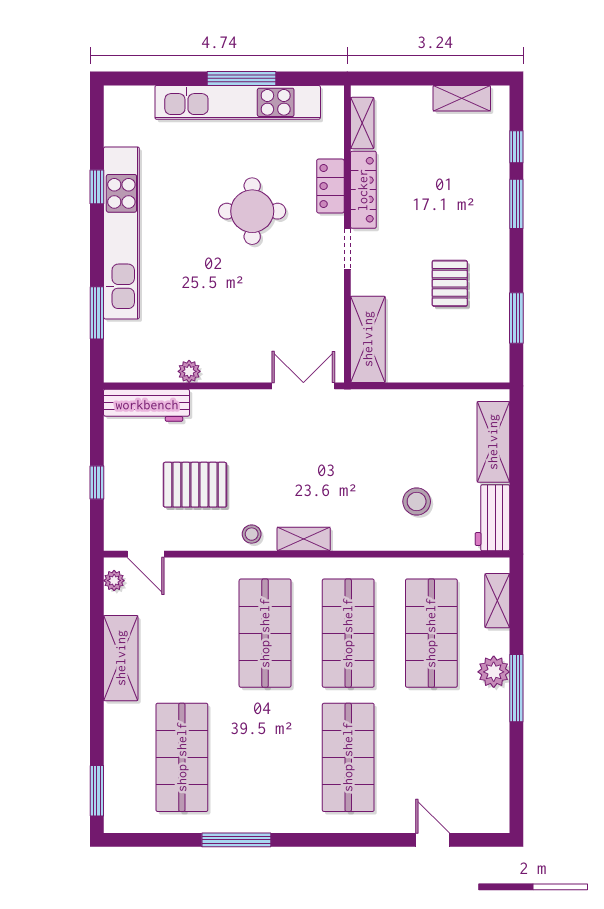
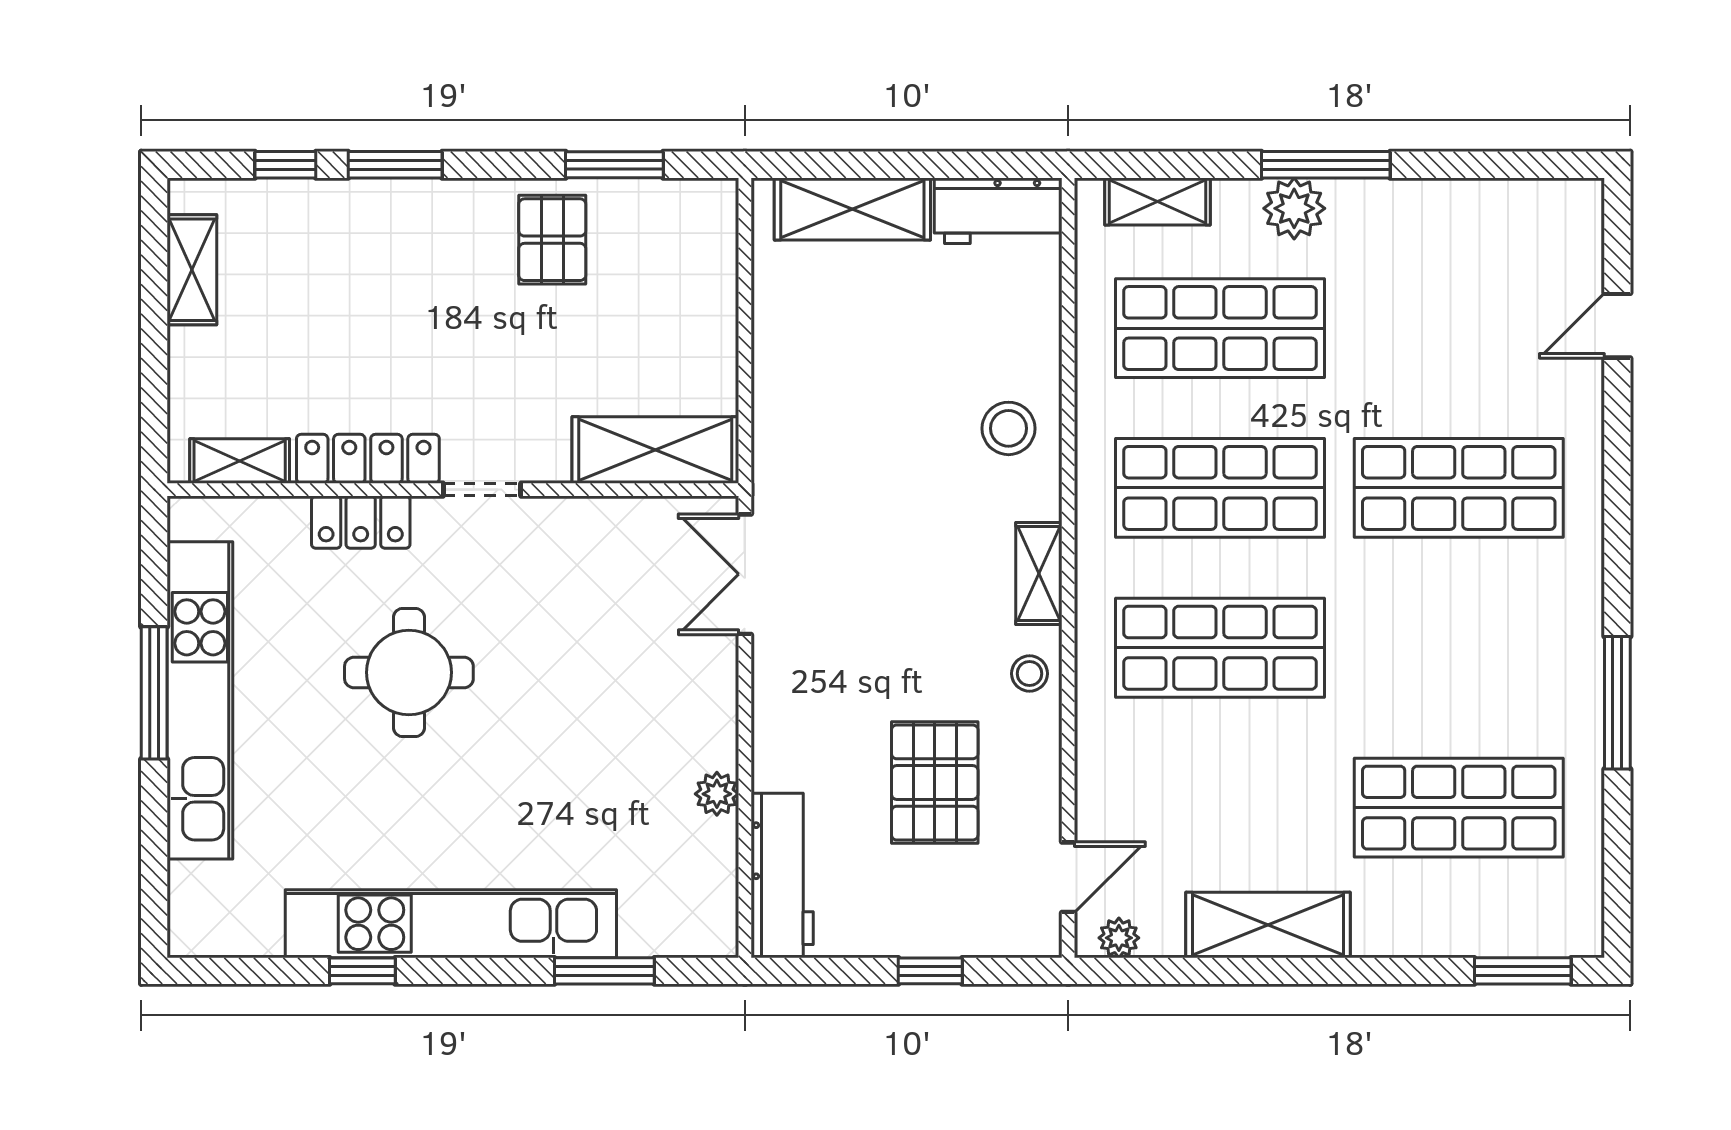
pallet: (450, 283) -> (552, 240), moved, turned 90
stool: (417, 501) -> (1009, 428), moved

